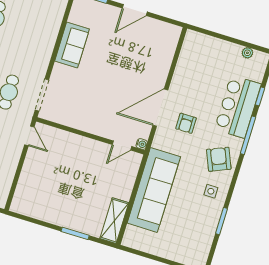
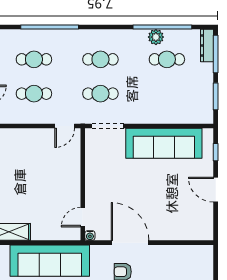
sofa: (72, 45) -> (164, 143), width x1.85, depth x1.27
door: (122, 145) -> (83, 217), hinge flipped

